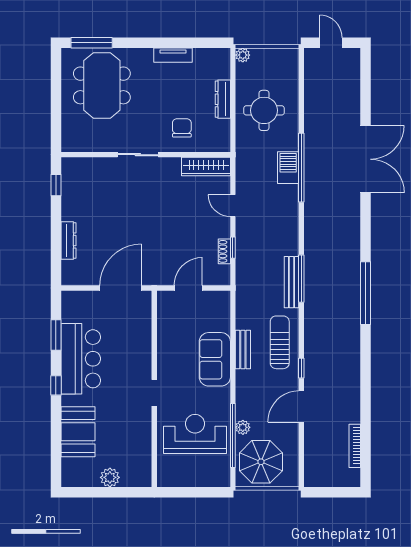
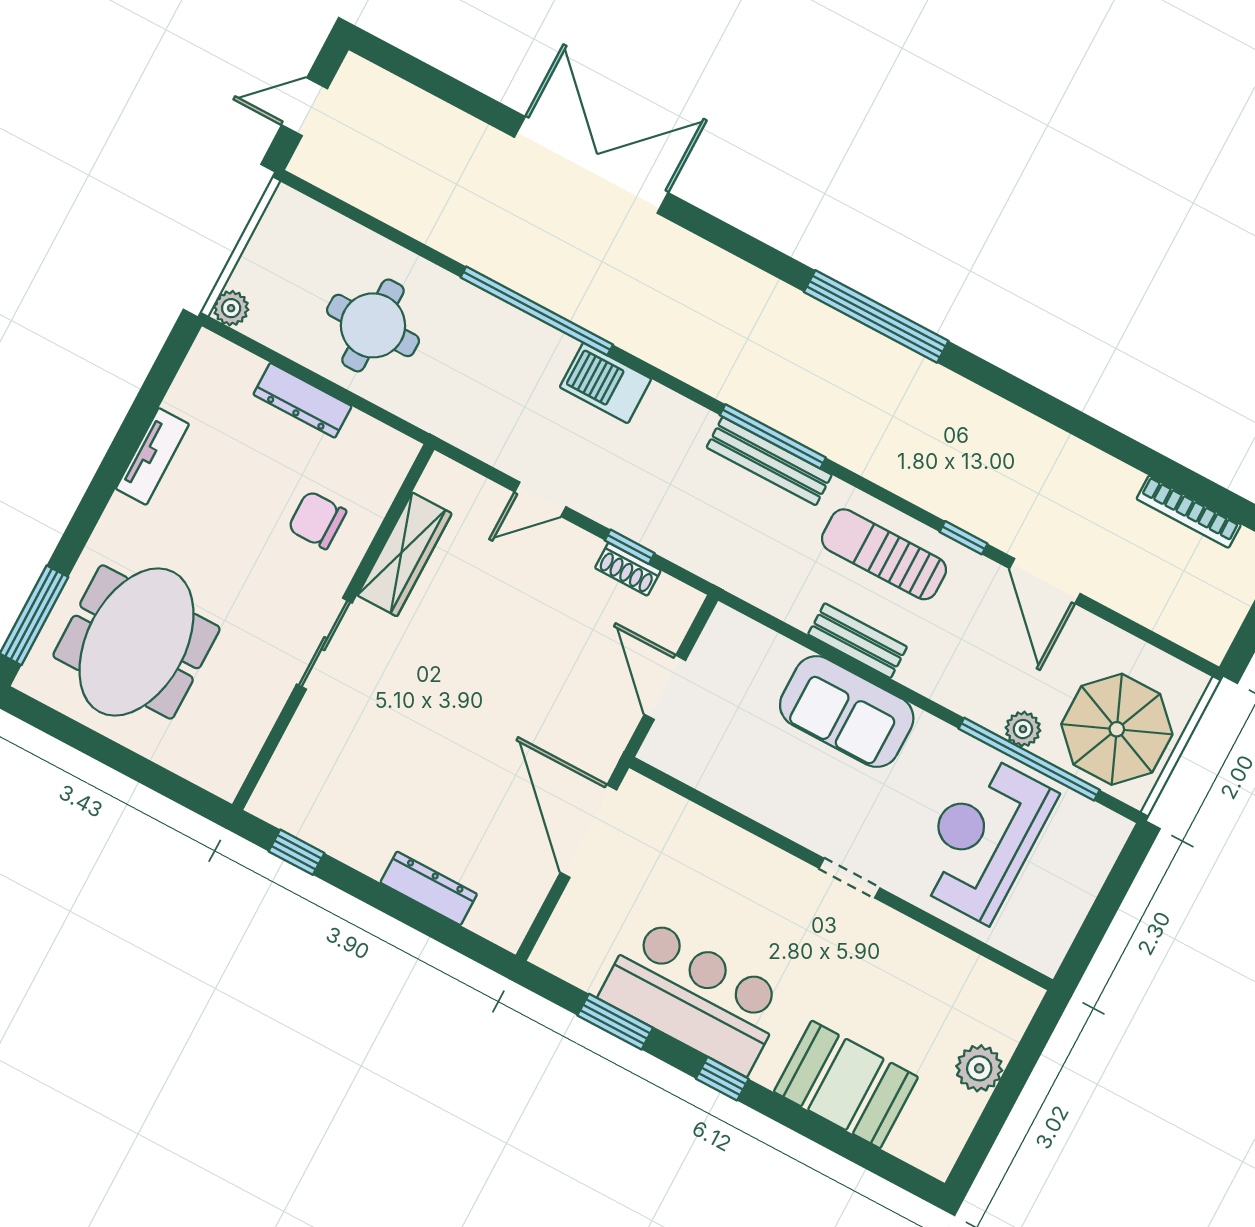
meeting table: (102, 85) -> (136, 642), turned 90
wardrobe: (206, 167) -> (405, 554), moved
barbecue: (288, 168) -> (605, 383), moved

